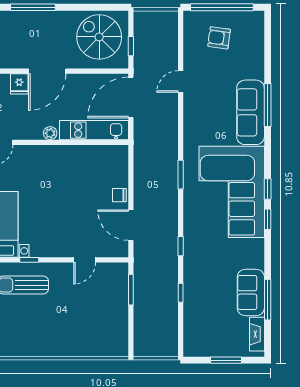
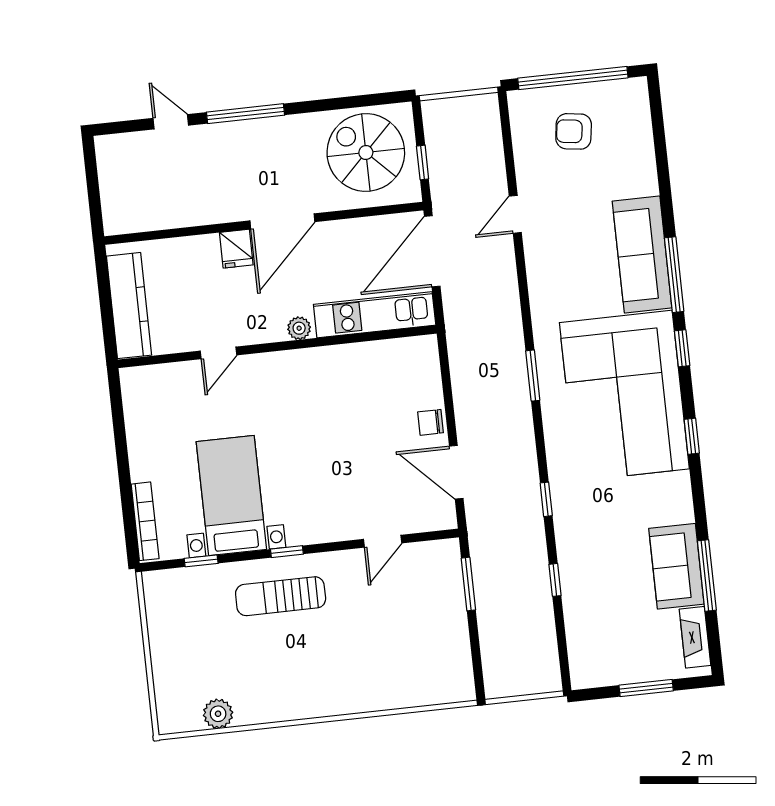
window: (268, 105) -> (674, 275), moved
window: (268, 189) -> (682, 348), moved

